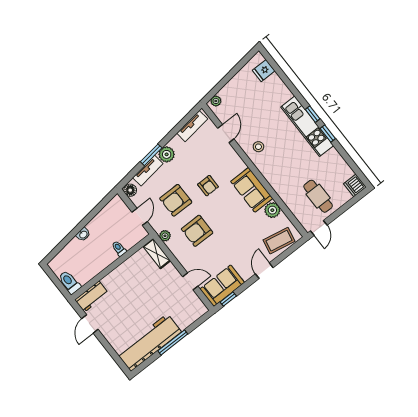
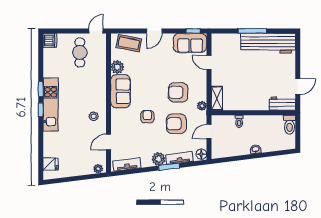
armchair: (176, 200) -> (176, 124), turned 180
armchair: (197, 231) -> (178, 92), turned 180

